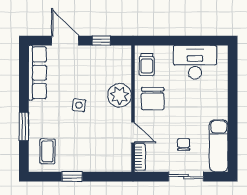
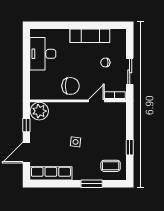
trolley: (147, 64) -> (45, 90), removed
plant: (120, 95) -> (39, 111), moved
exam couch: (219, 146) -> (90, 36), moved
sliding door: (186, 177) -> (130, 71), moved

